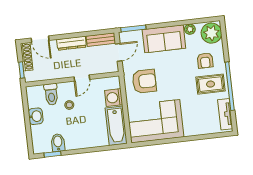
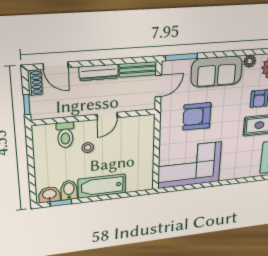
shoe rack: (27, 57) -> (35, 82), width x0.70
armchair: (144, 81) -> (197, 116), moved, turned 180
washing machine: (114, 98) -> (144, 139), removed
washbasin: (36, 116) -> (49, 195), moved, turned -90
bathtub: (116, 126) -> (102, 186), moved, turned 90

